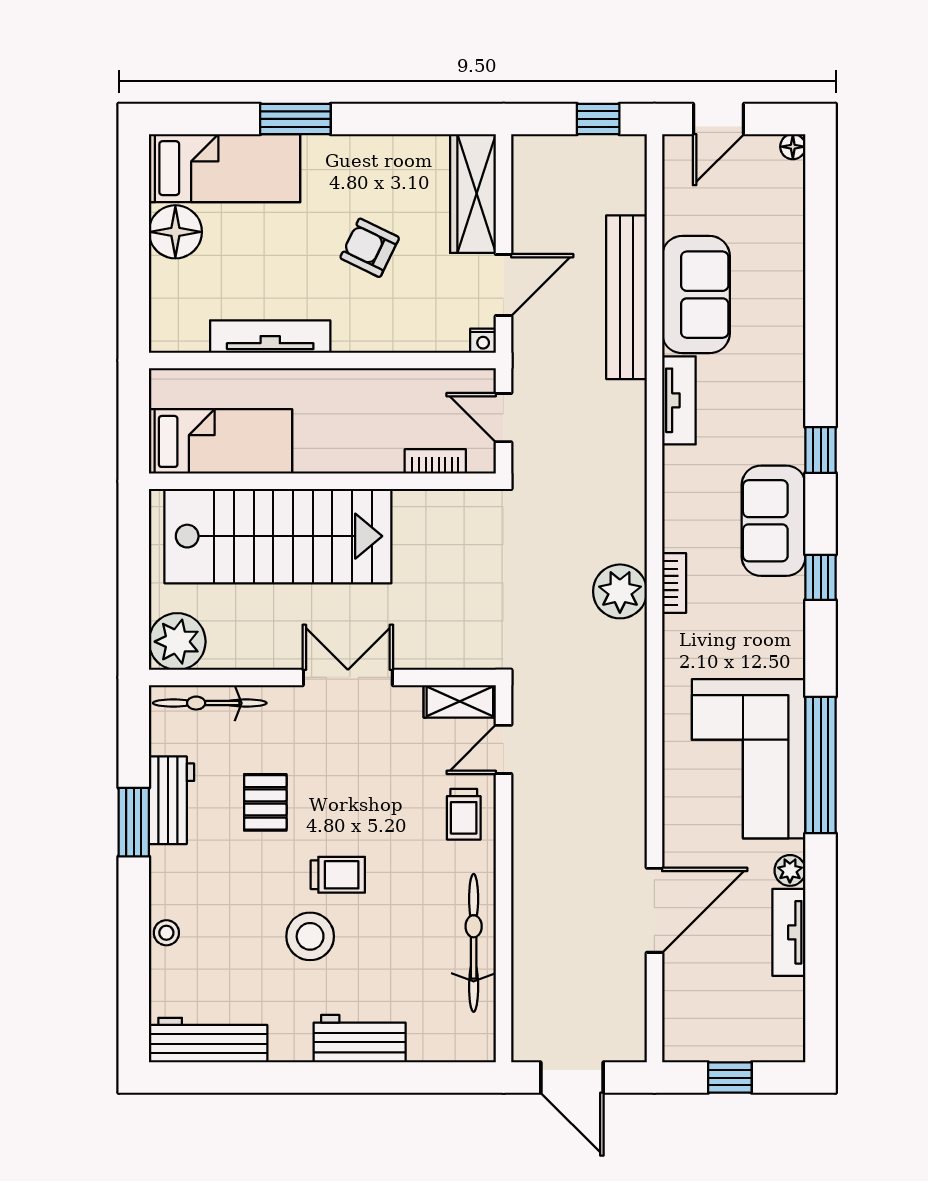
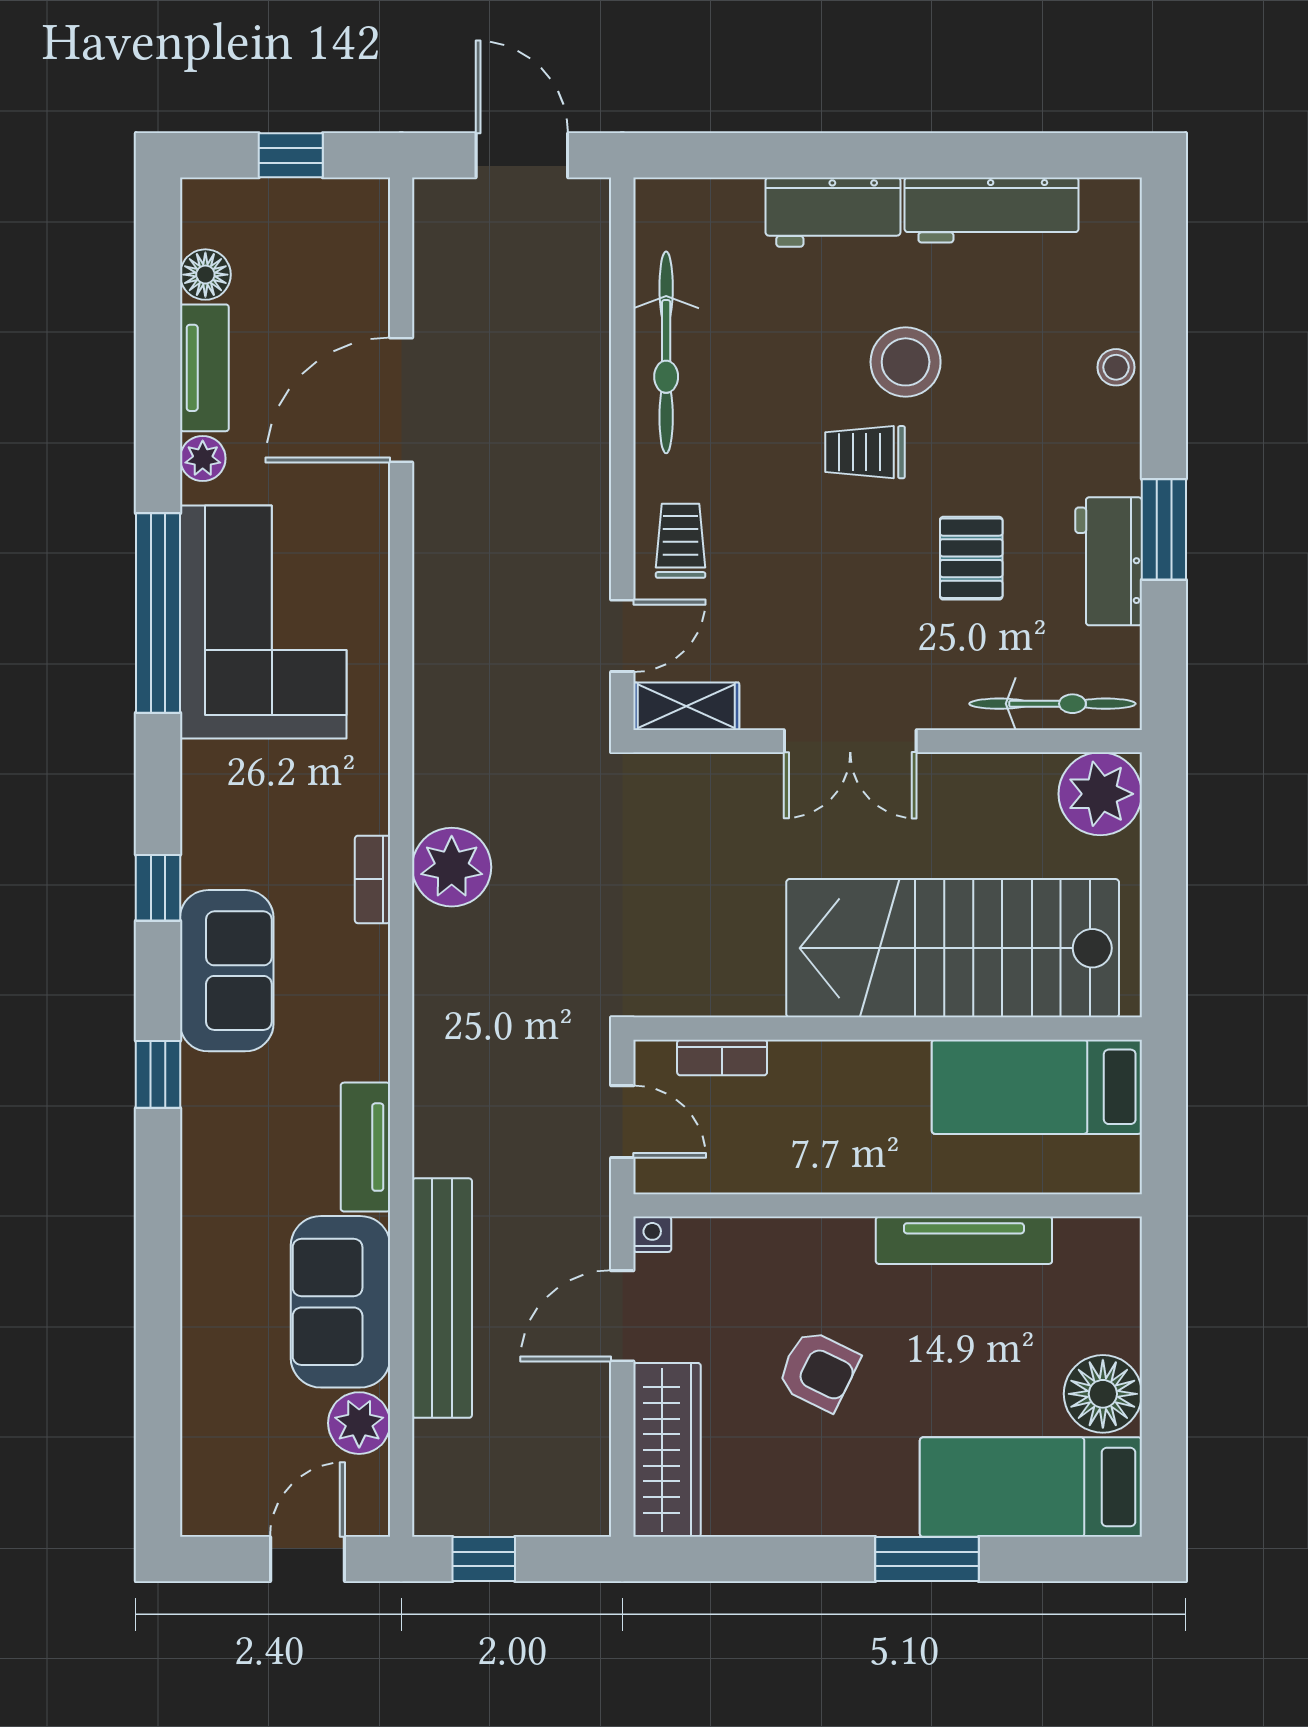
floor lamp: (793, 147) -> (205, 275), moved, width x1.37, depth x1.37
plant: (683, 212) -> (359, 1423), added
workbench: (208, 1040) -> (992, 210), moved

